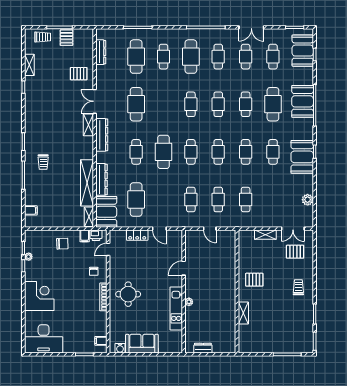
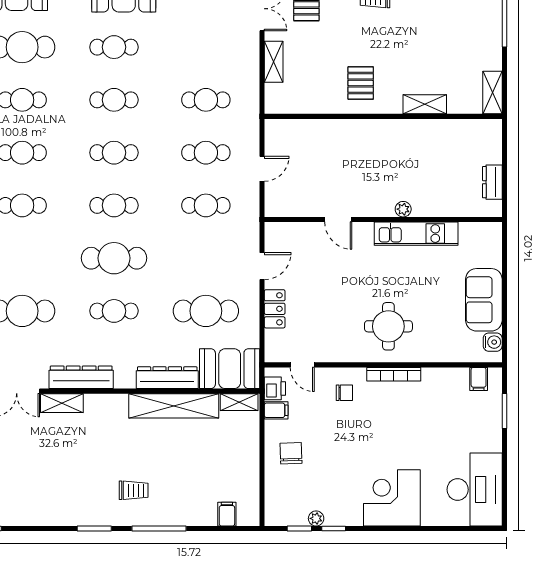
shelving: (249, 348) -> (492, 93), added

